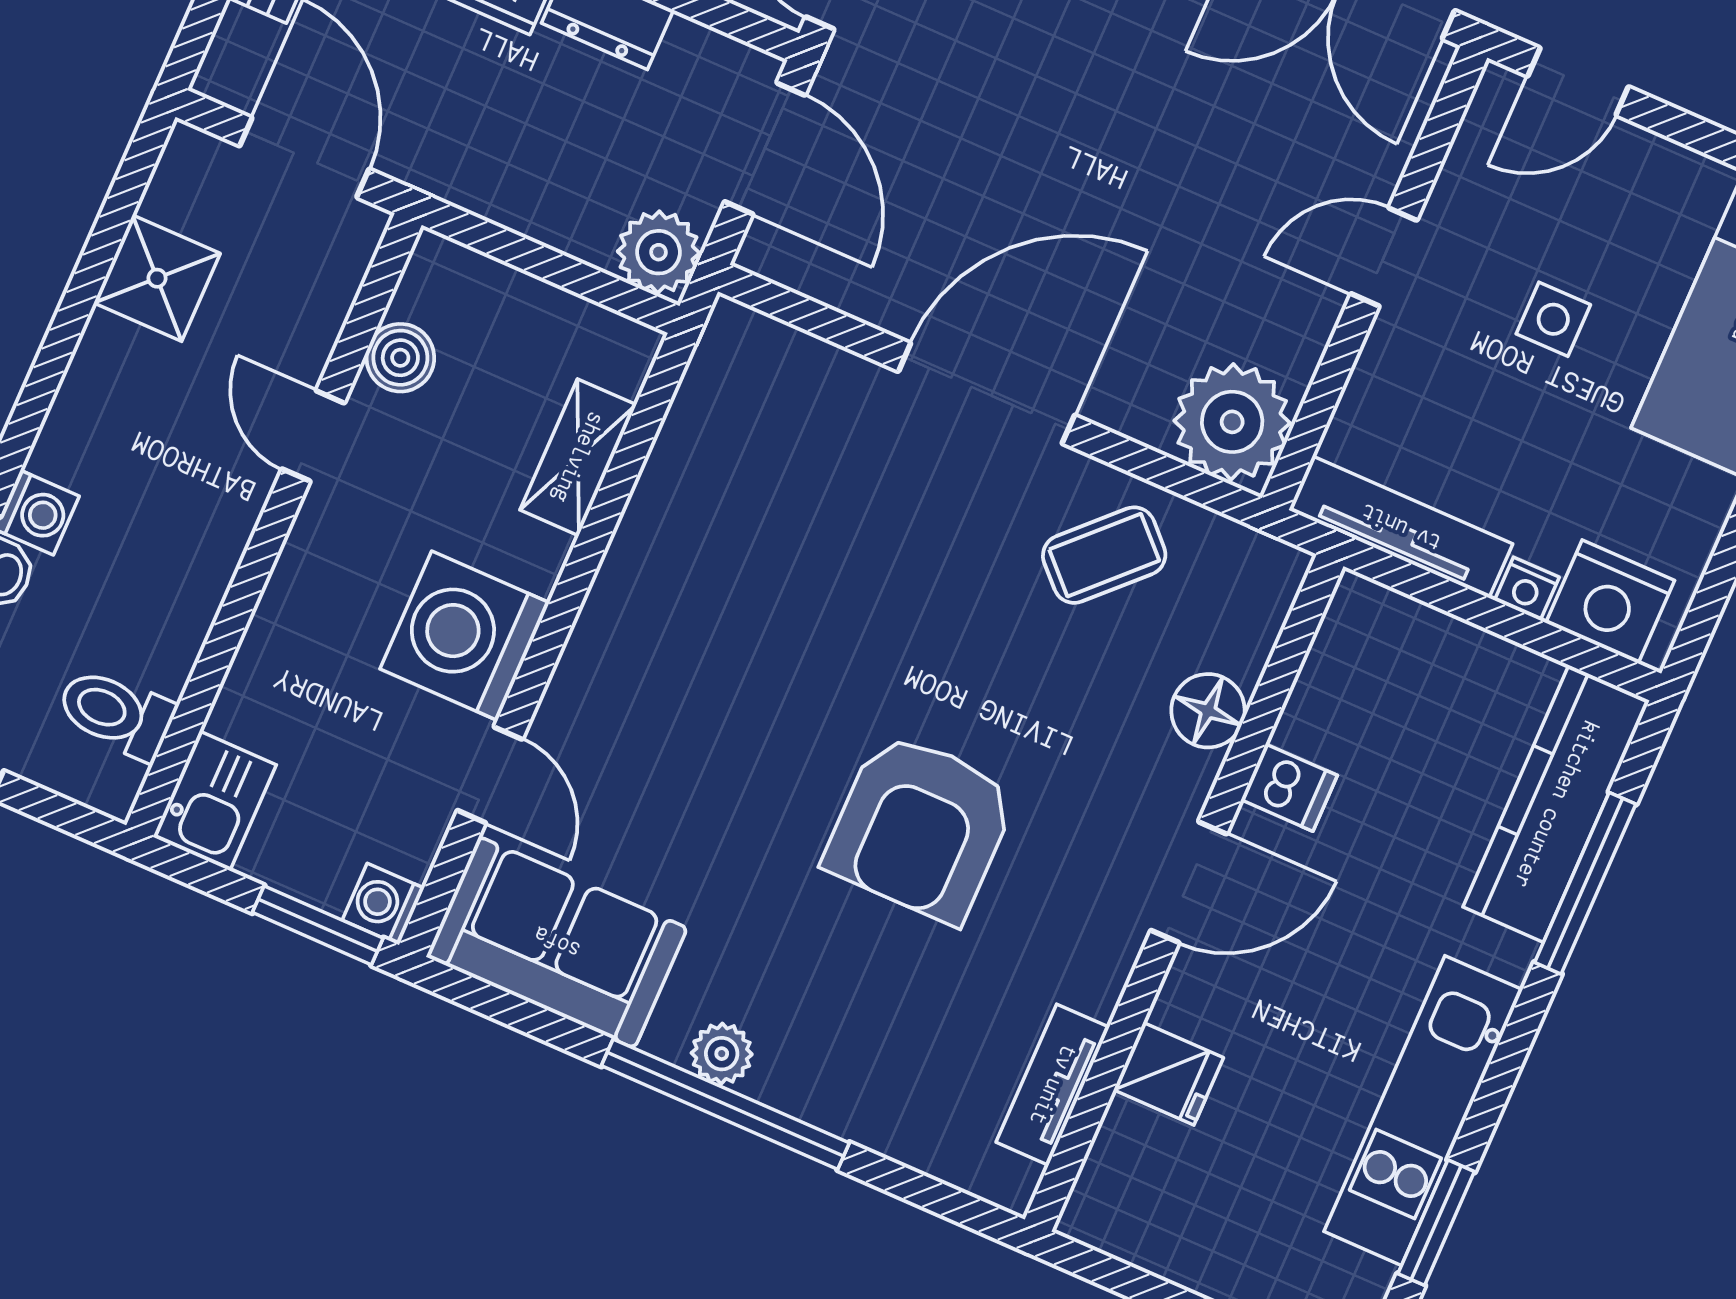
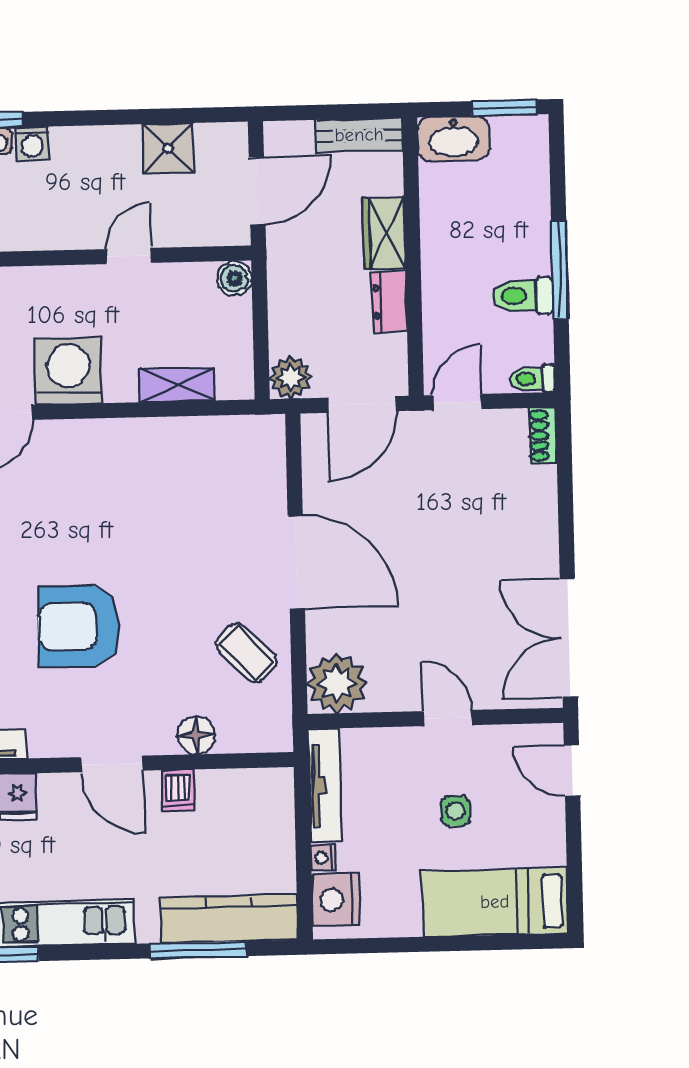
boiler: (400, 358) -> (234, 278), moved

